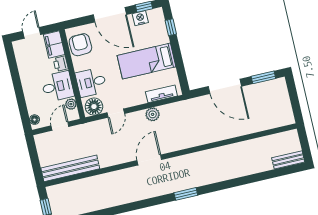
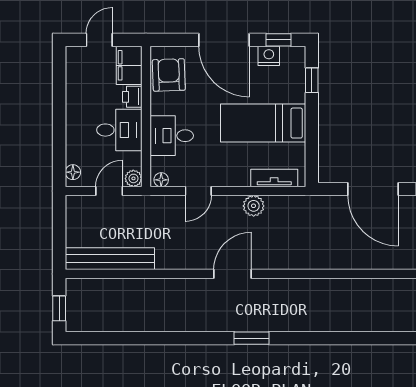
plant: (71, 104) -> (133, 178), moved
floor lamp: (94, 107) -> (161, 180), width x0.53, depth x0.53
window: (186, 194) -> (251, 338), moved

